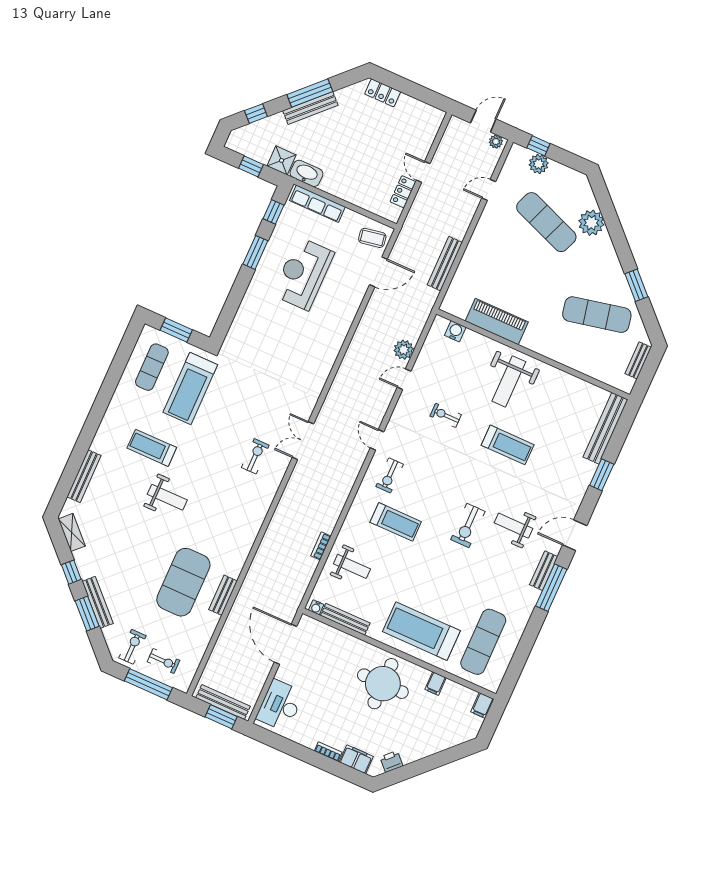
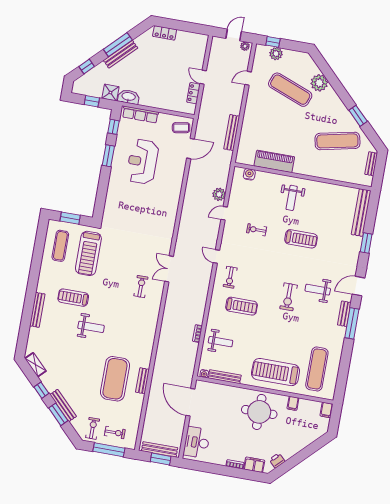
weight bench: (509, 381) -> (292, 198), width x0.73, depth x0.75
bench: (84, 476) -> (37, 310), moved

